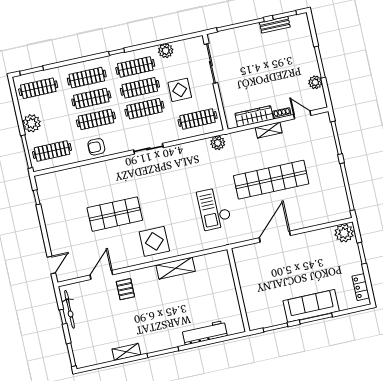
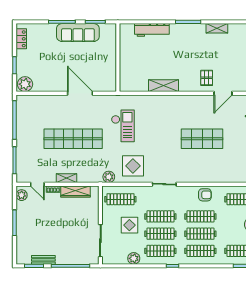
plant: (315, 82) -> (22, 195), moved
door: (275, 237) -> (80, 93), swing flipped
display table: (154, 241) -> (133, 166), moved
sofa: (311, 306) -> (78, 33), moved

